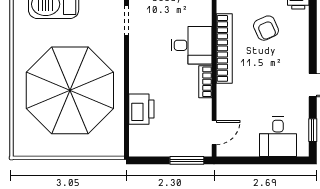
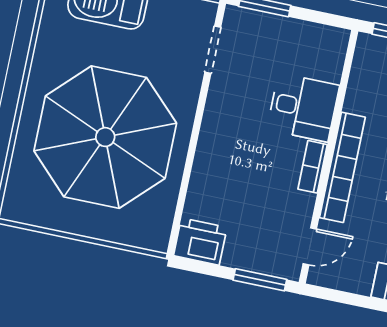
bookcase: (224, 48) -> (342, 167), moved
printer: (141, 109) -> (200, 242), moved, turned -90

